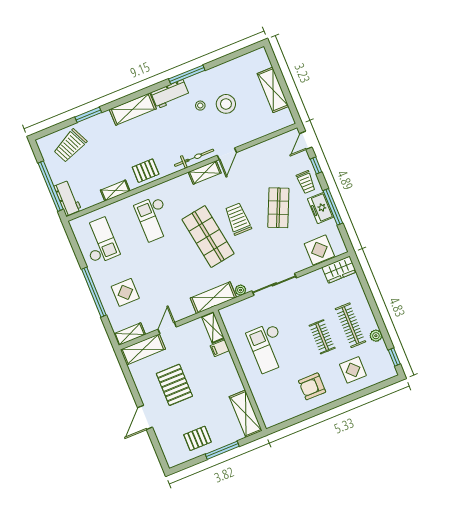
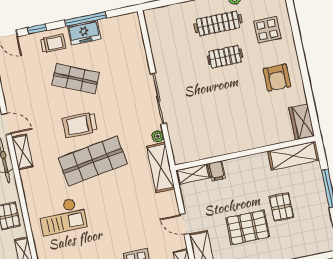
display table: (319, 250) -> (130, 42), removed
wardrobe: (339, 270) -> (302, 122), moved, turned 180
checkout: (268, 348) -> (226, 118), removed
pallet: (197, 438) -> (281, 207), moved

